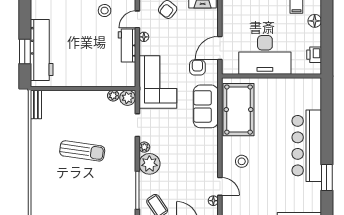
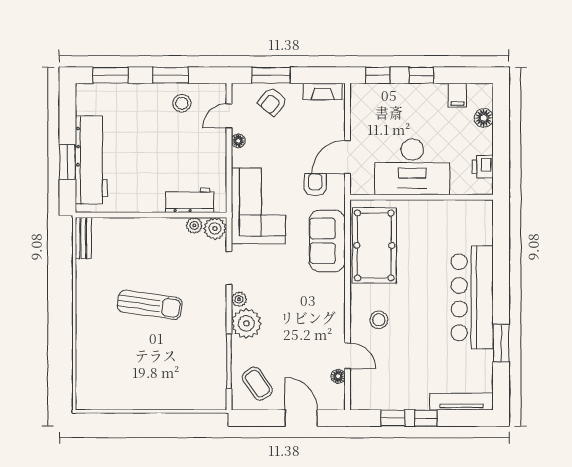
workbench: (127, 46) -> (190, 200), moved, turned 90

